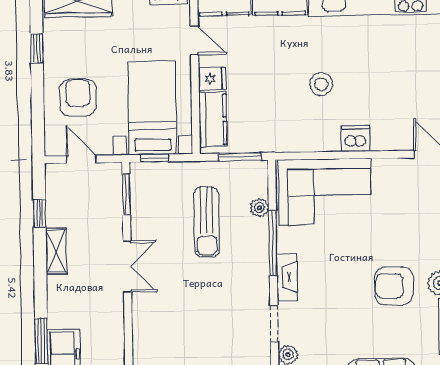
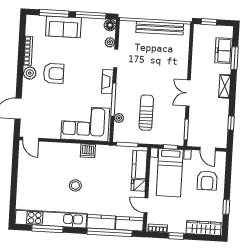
stool: (321, 84) -> (75, 185), moved
dishwasher: (355, 138) -> (88, 151), moved
shelving: (56, 251) -> (225, 86), moved

